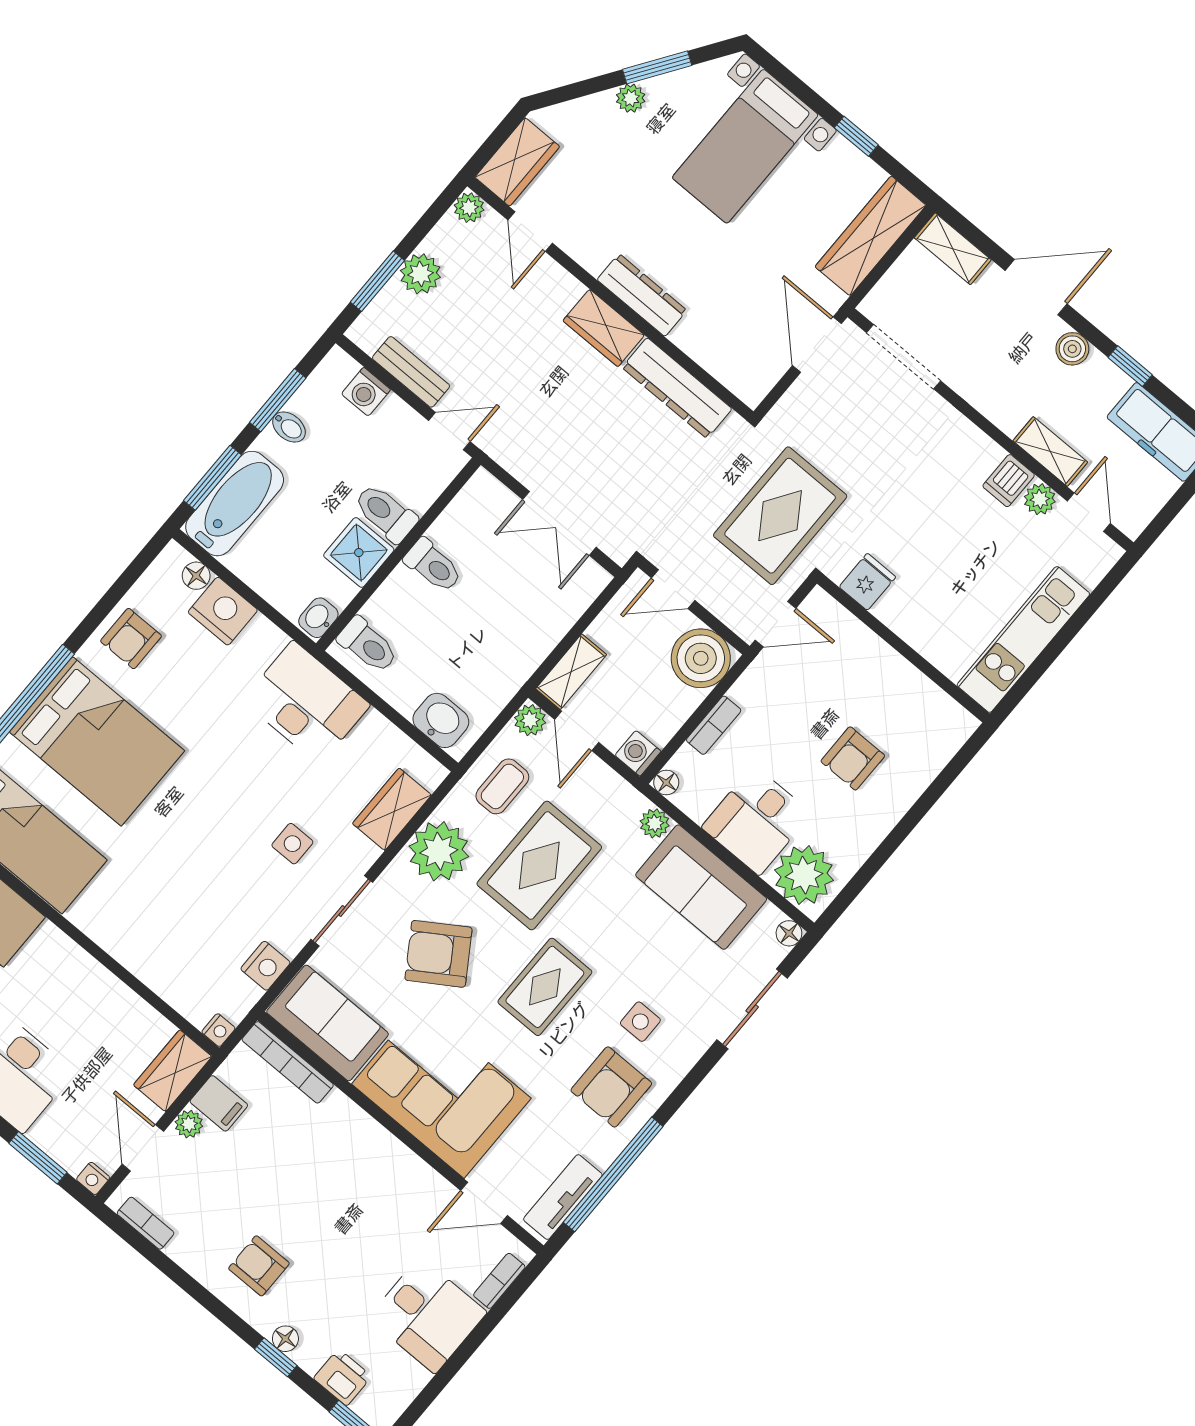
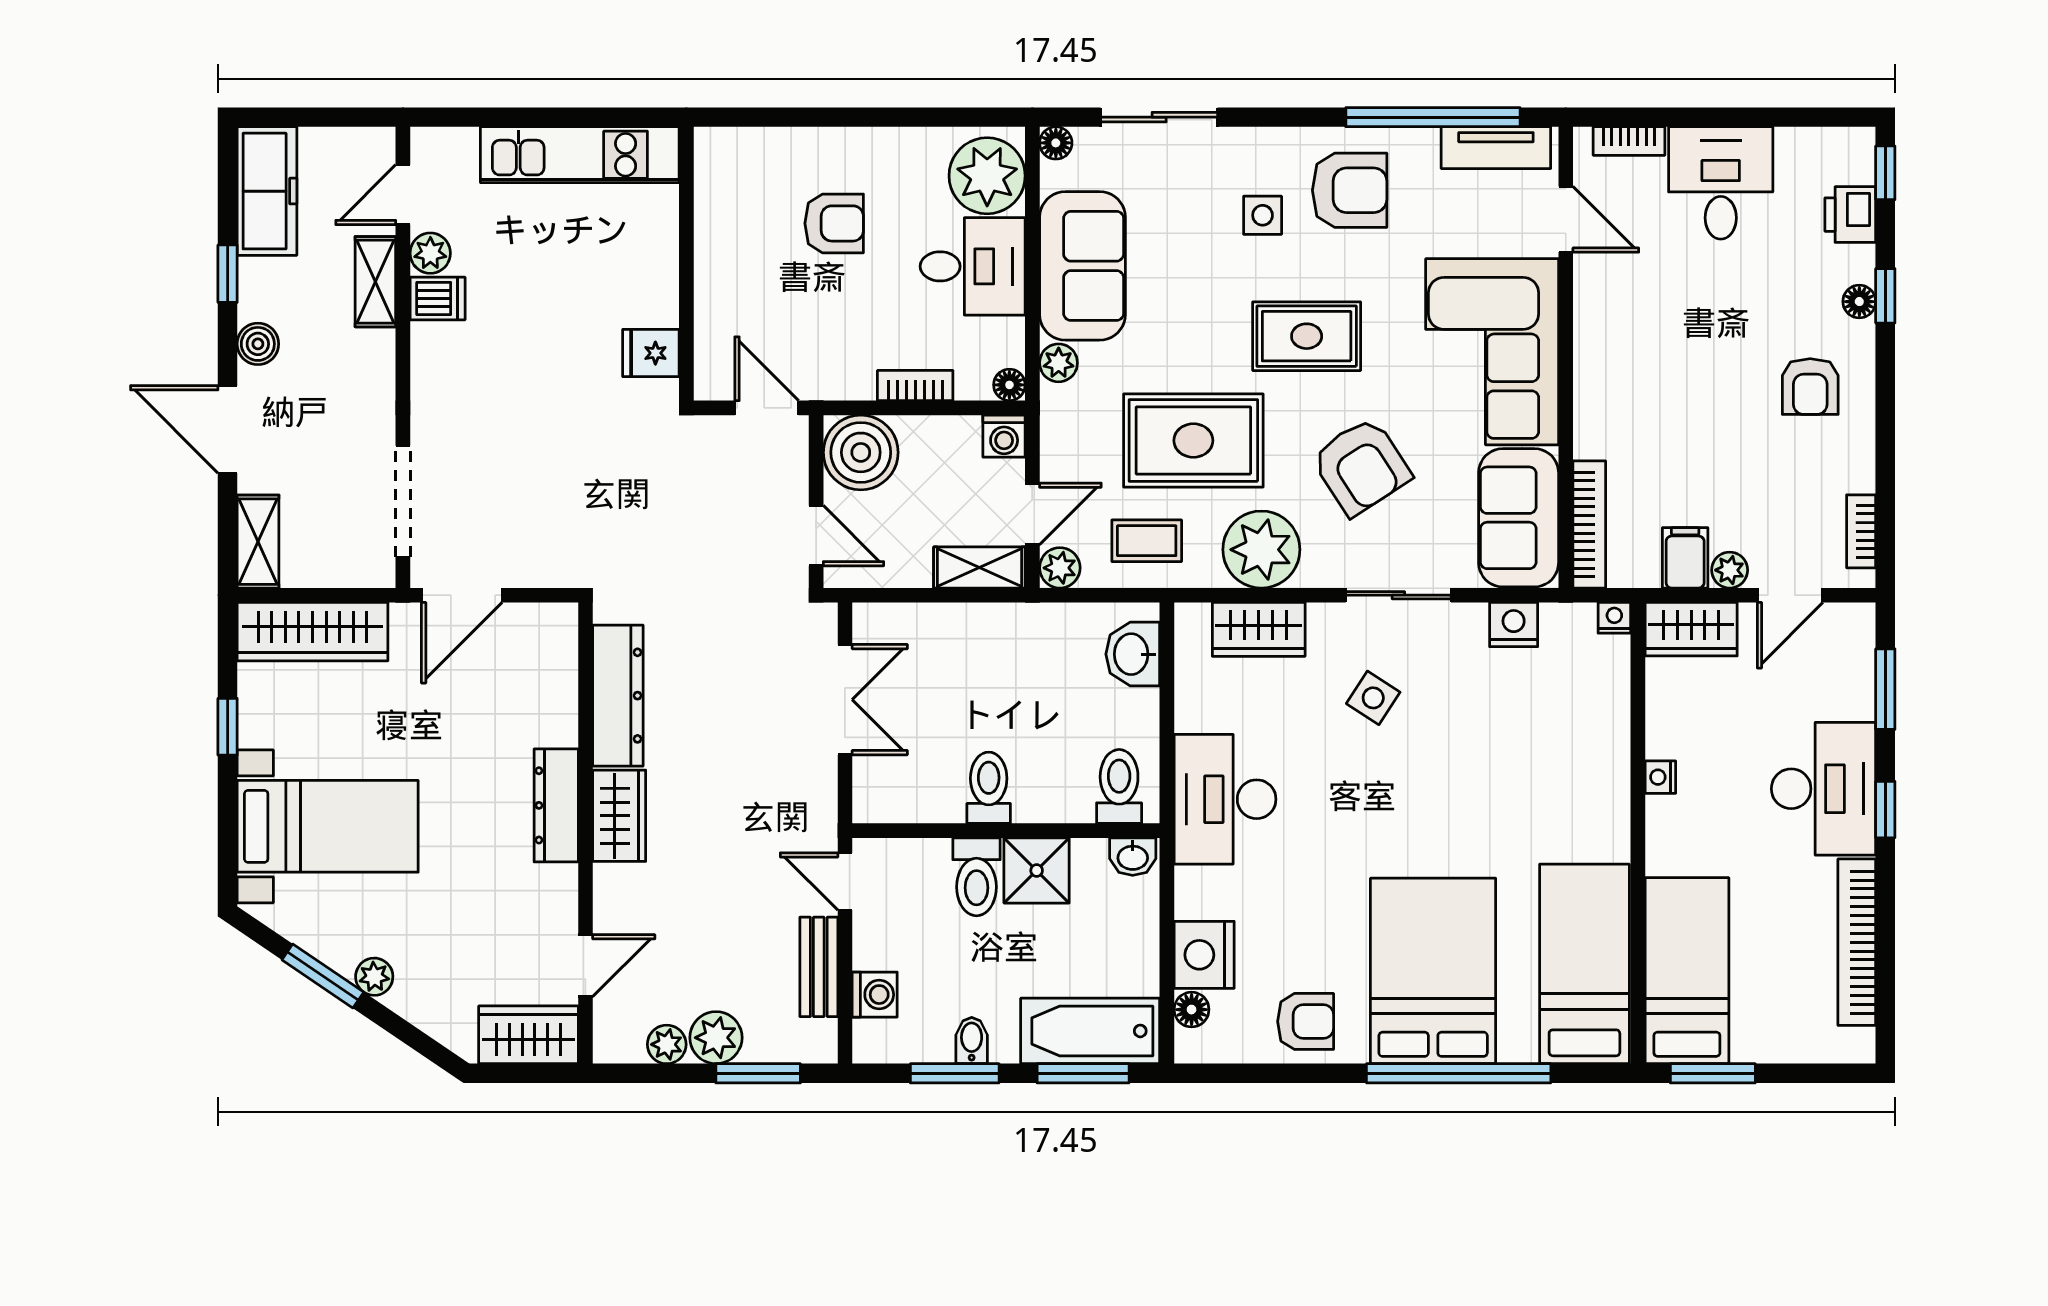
plant: (469, 208) -> (667, 1044), moved
rug: (780, 516) -> (658, 492), removed
side table: (292, 844) -> (1373, 698), turned 33
nightstand: (93, 1178) -> (1660, 777), moved, turned 180

